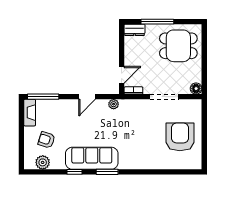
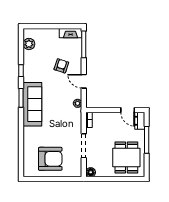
door: (122, 75) -> (128, 110), moved
armchair: (46, 140) -> (61, 66), moved
sofa: (92, 158) -> (32, 104), moved

